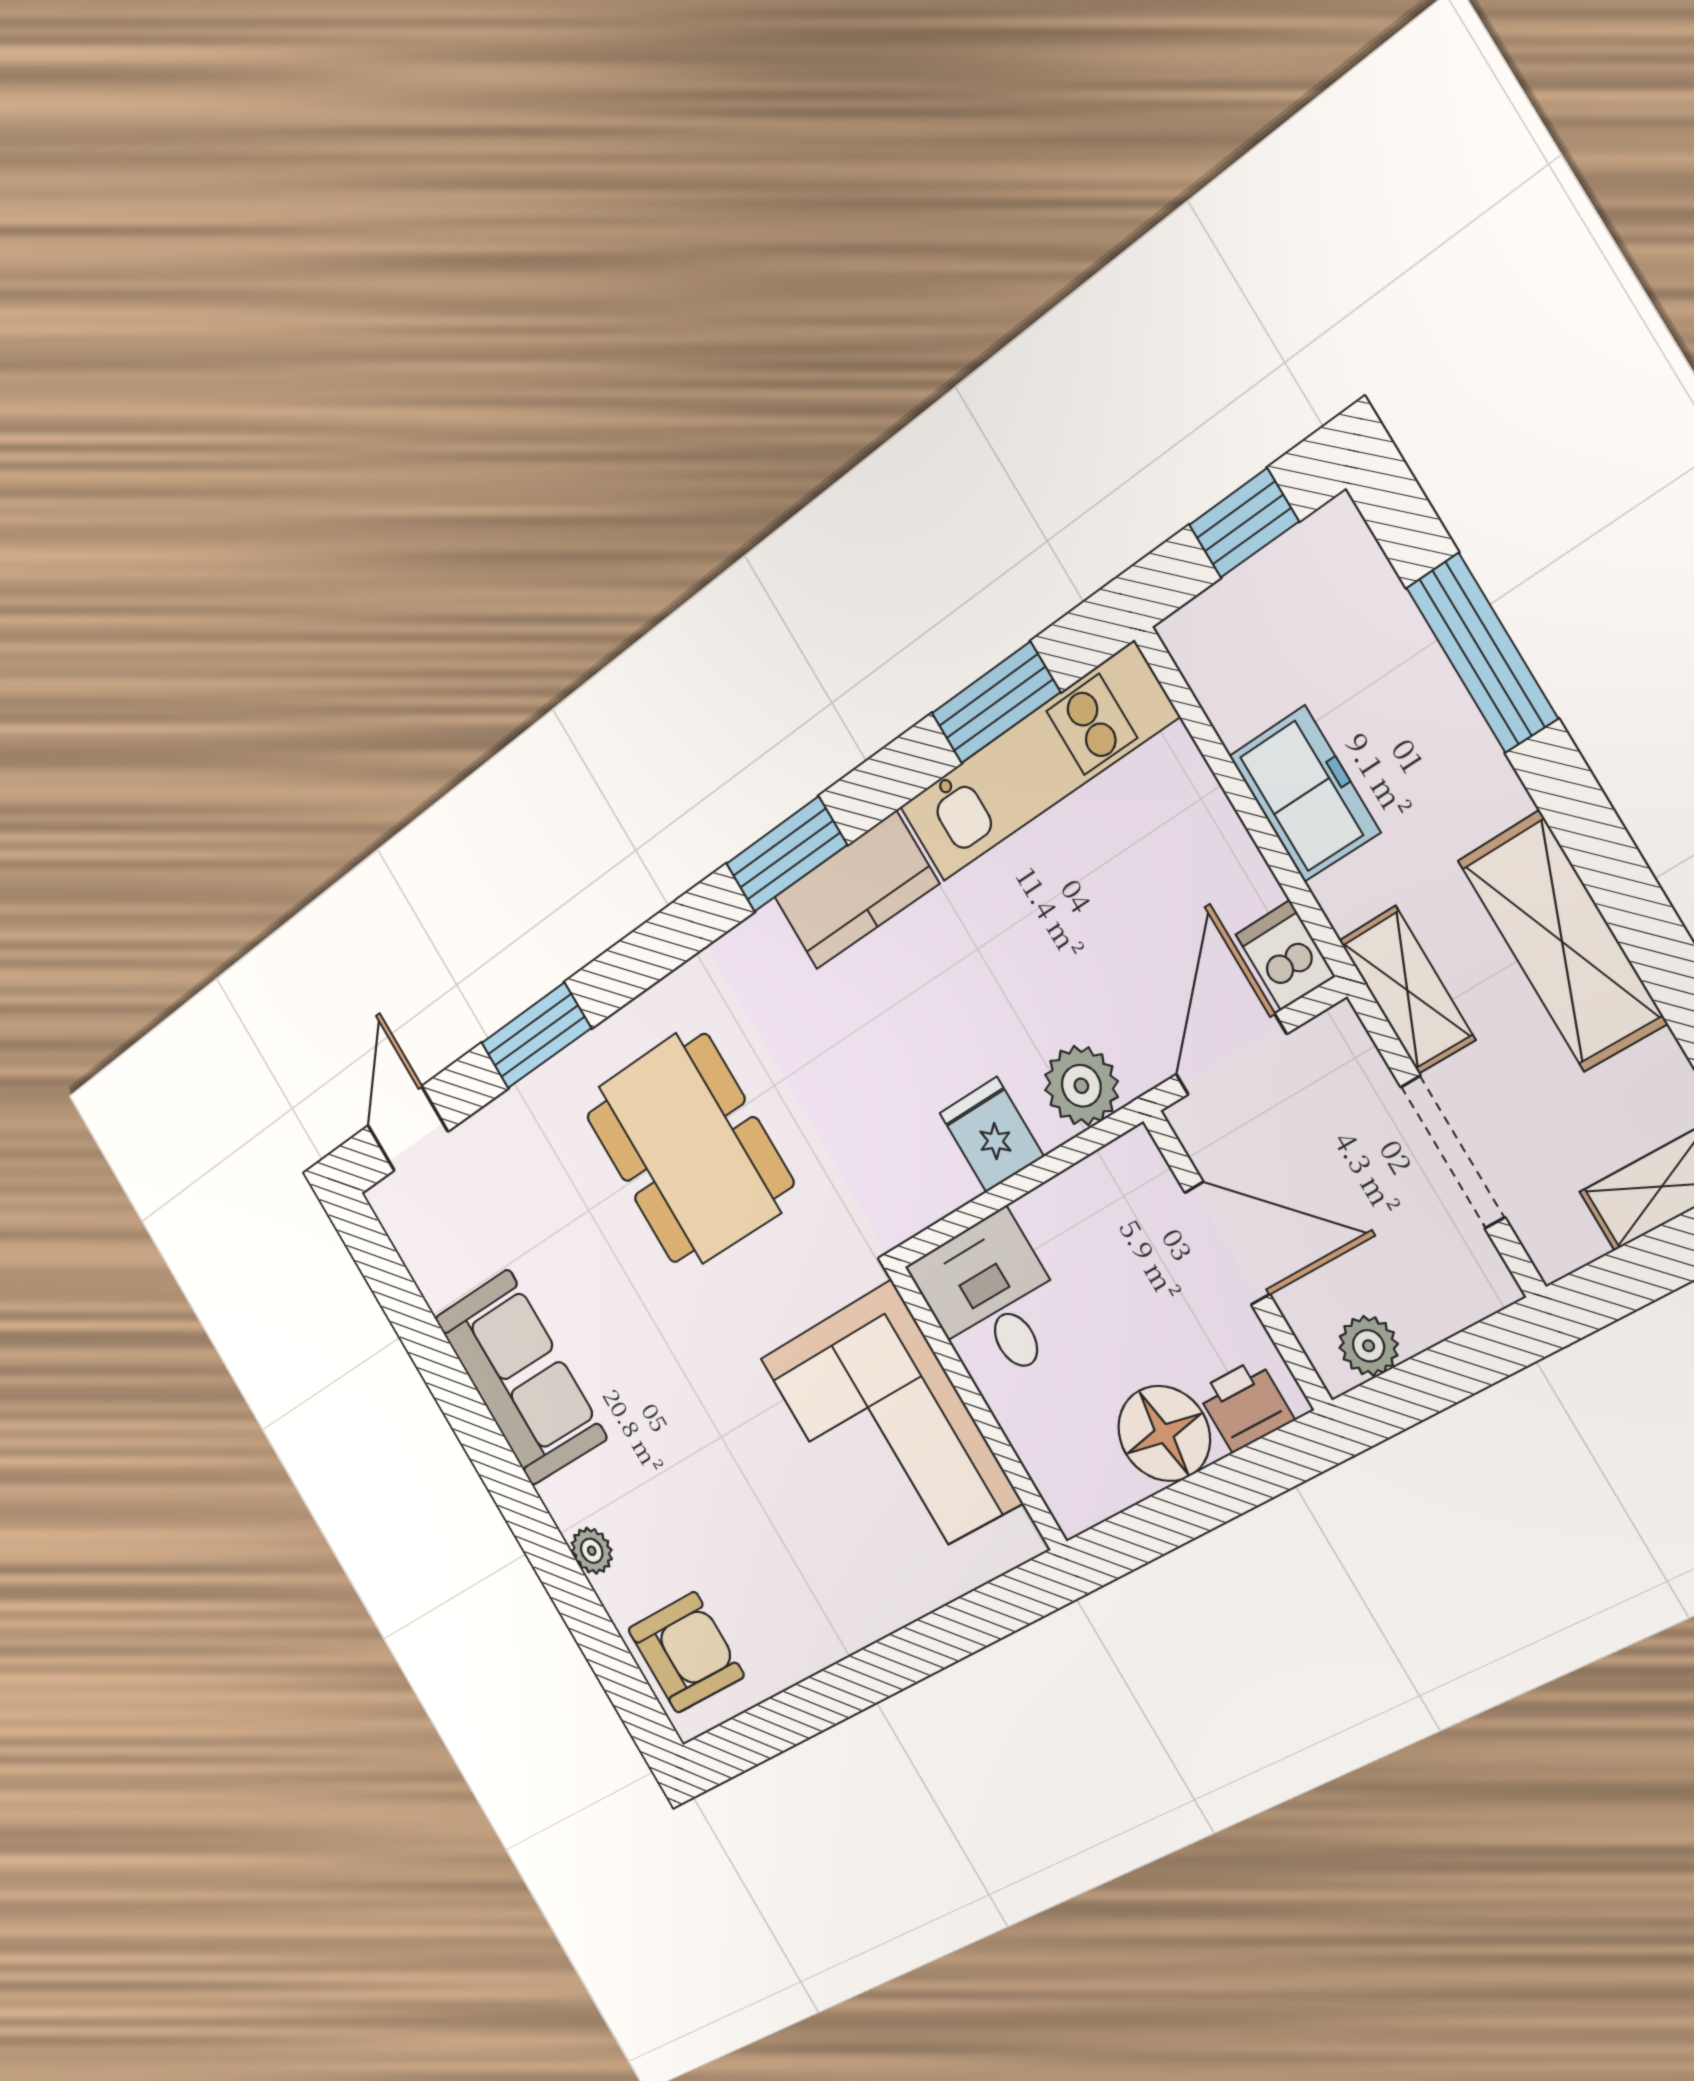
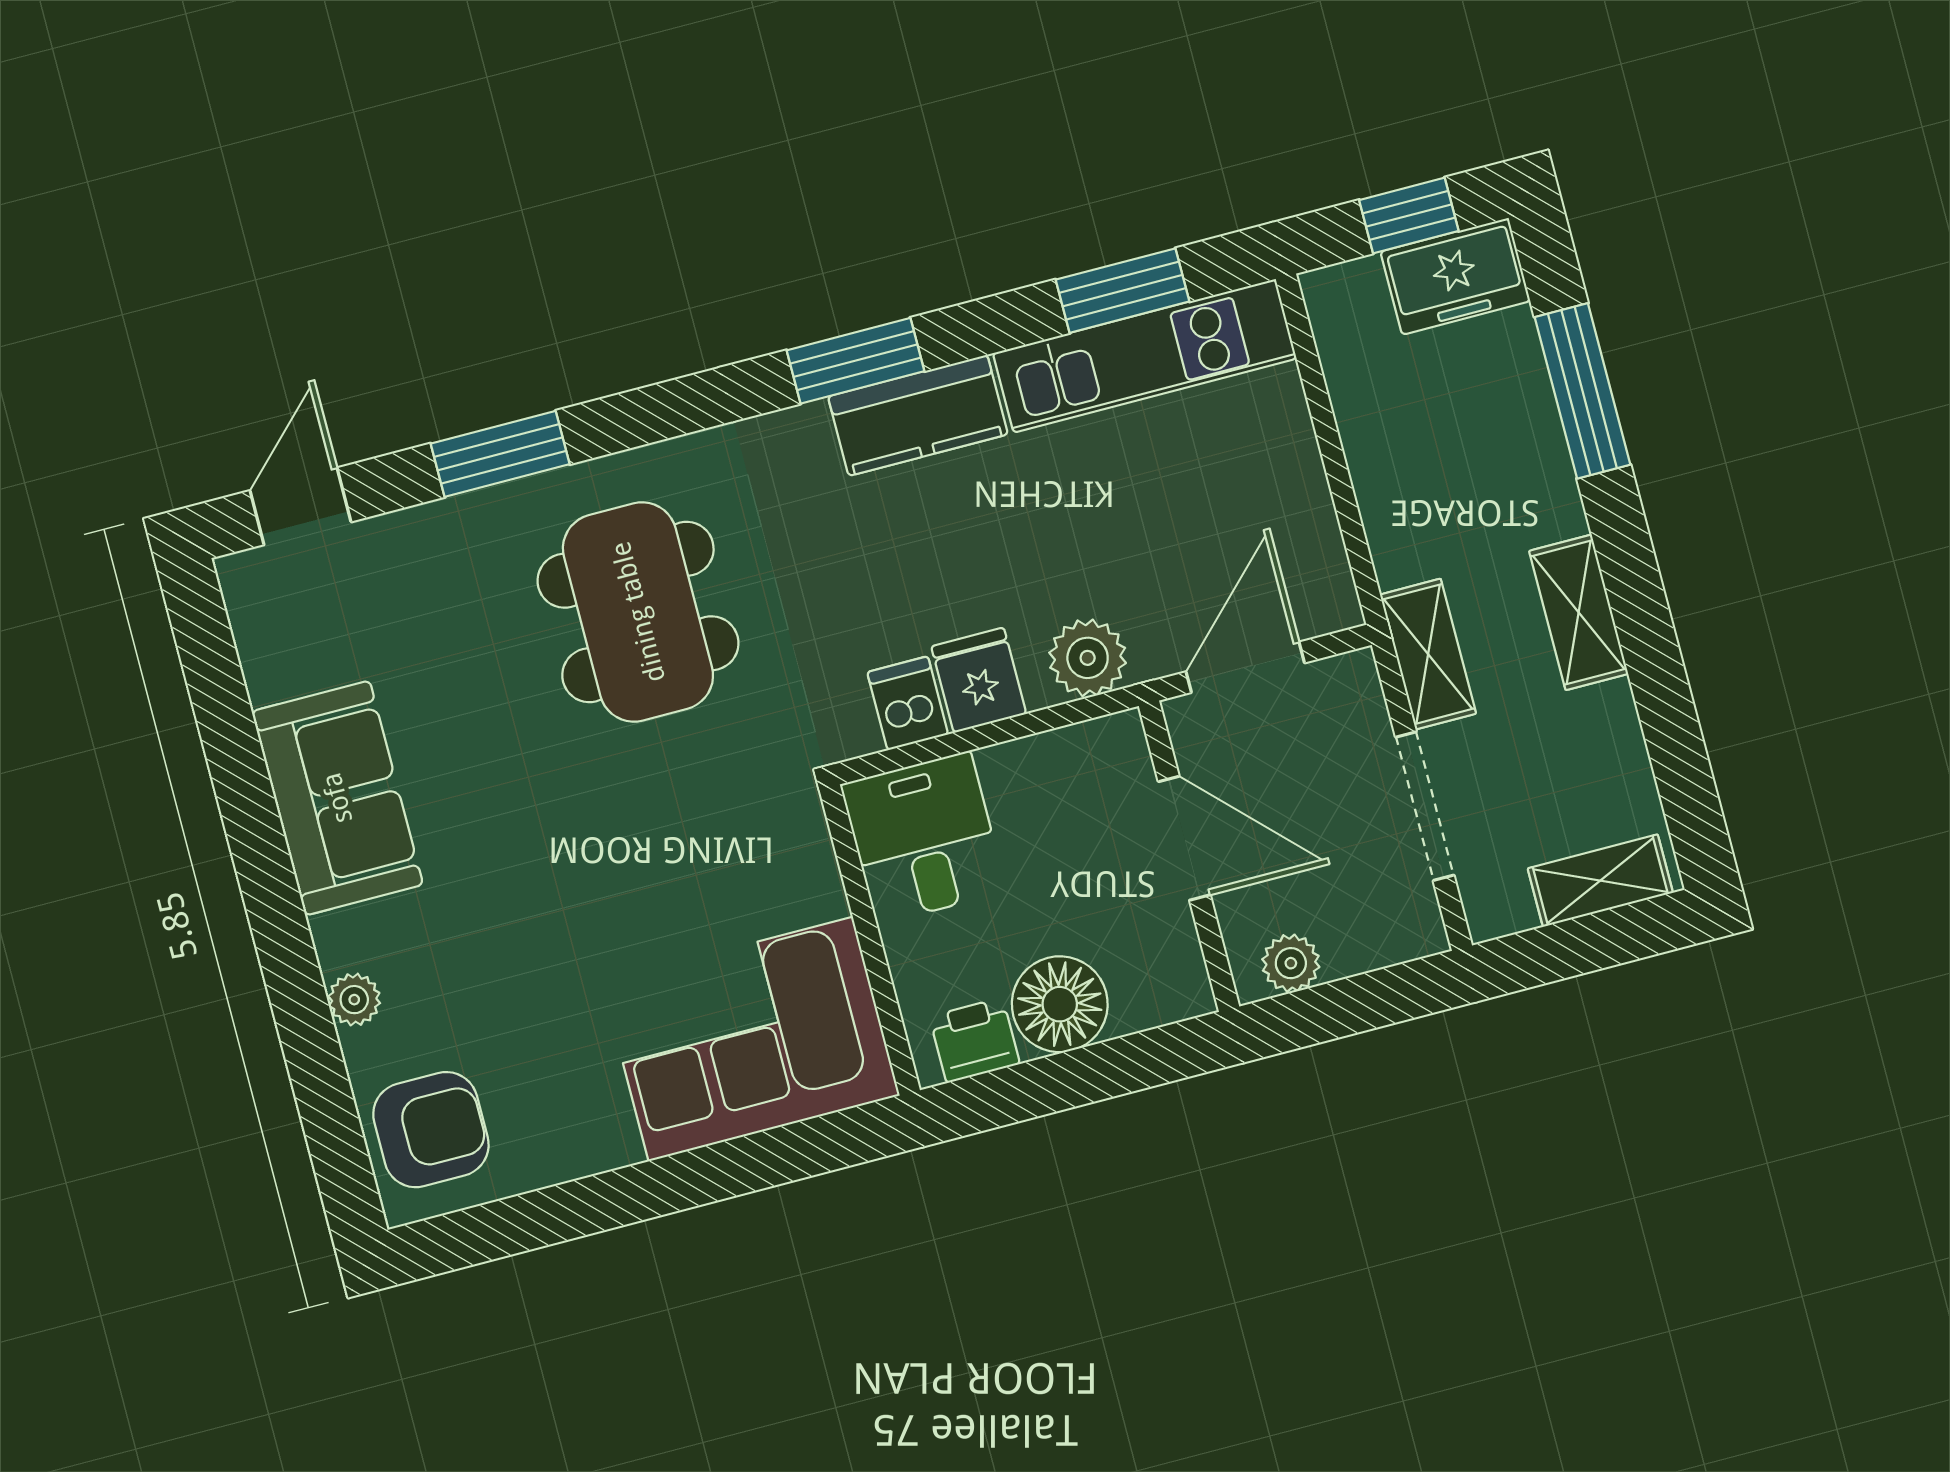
freezer: (1305, 794) -> (1455, 276), moved, turned 90
shelving: (1562, 942) -> (1579, 612), width x0.67, depth x0.75
dishwasher: (1285, 955) -> (908, 703), moved
printer: (1245, 1405) -> (975, 1040), moved
corner sofa: (890, 1430) -> (751, 1039), moved, turned 90

